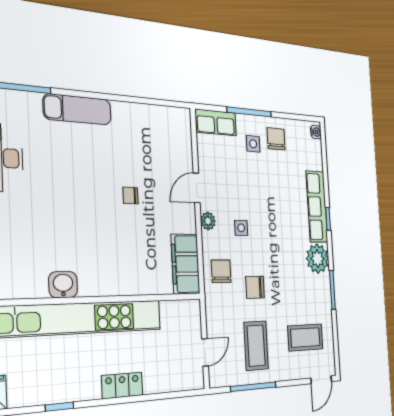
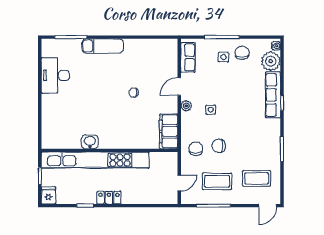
row of seats: (216, 122) -> (188, 58), moved, turned -90
plant: (318, 259) -> (271, 61), moved
chair: (221, 271) -> (196, 149), moved
coffee table: (256, 346) -> (217, 181), turned 90
locker: (122, 385) -> (109, 198), moved

